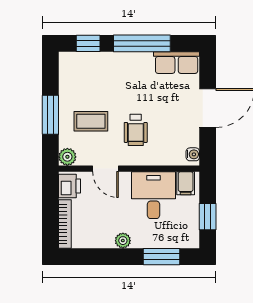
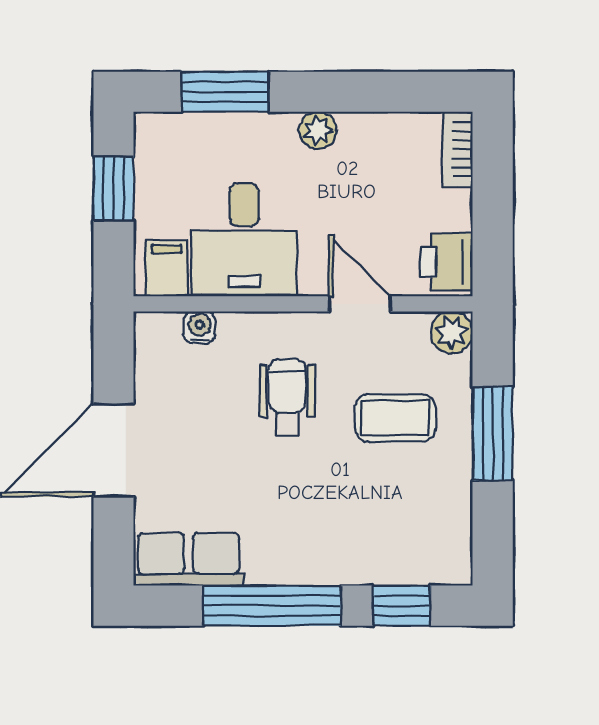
water cooler: (193, 154) -> (200, 327), moved, turned 90
bookcase: (65, 224) -> (458, 149), width x0.64

